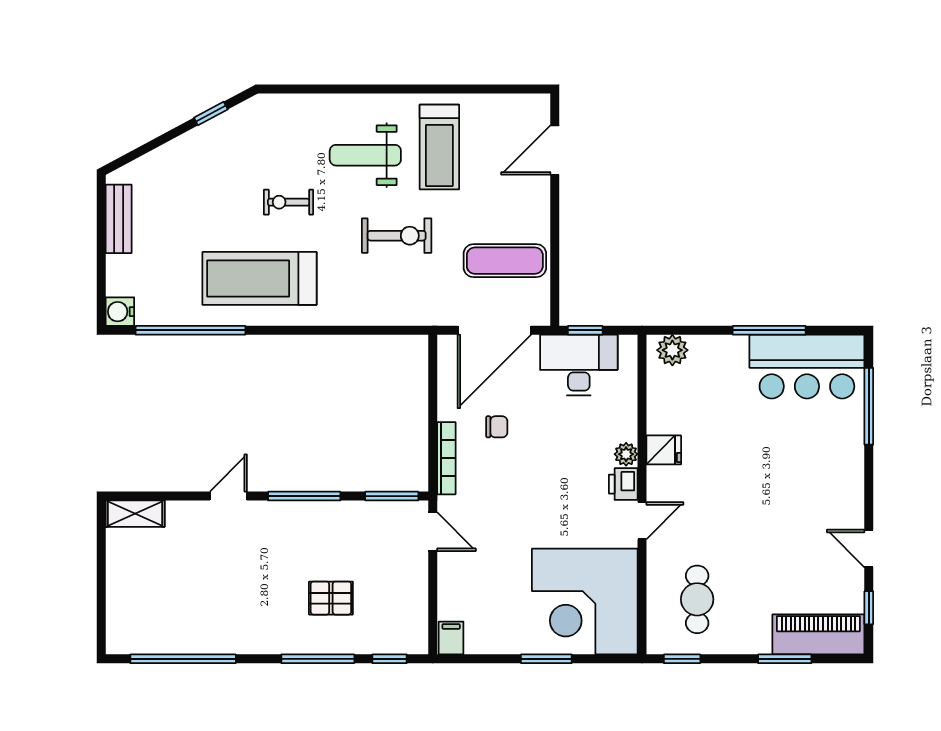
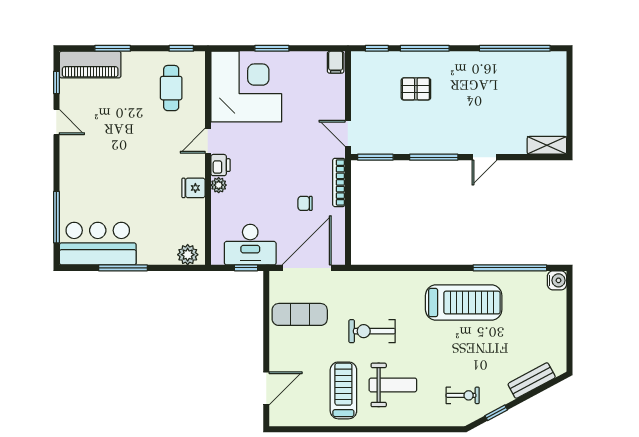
exercise bike: (289, 202) -> (463, 395), moved
bench: (119, 219) -> (532, 381), moved, turned 62

